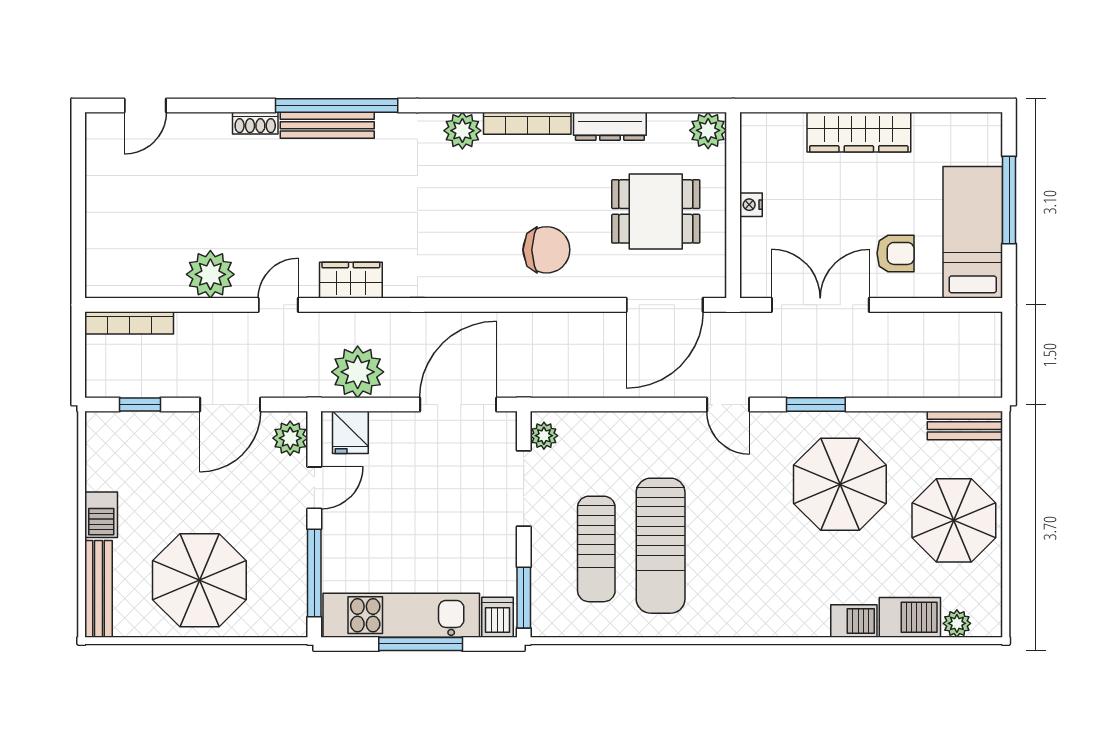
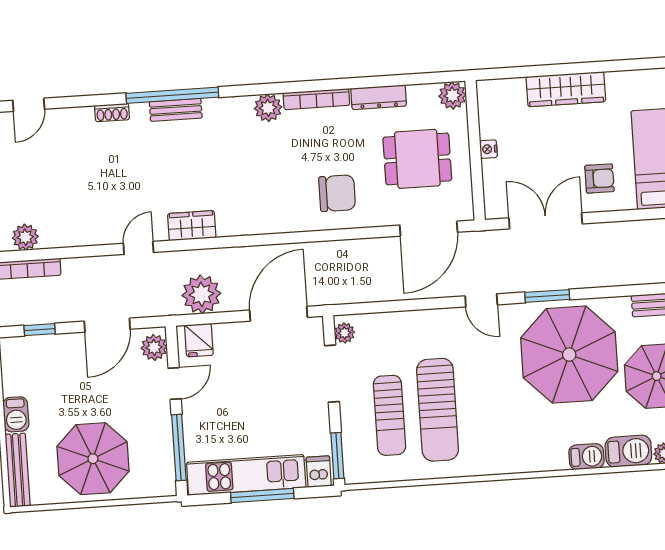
bench: (327, 125) -> (176, 110), width x0.73
plant: (210, 274) -> (25, 237), moved, width x0.73, depth x0.73
parasol: (840, 484) -> (569, 355), width x1.36, depth x1.36

